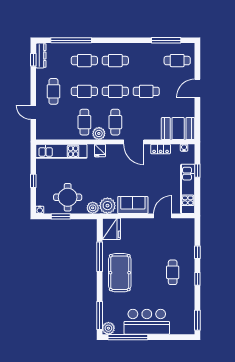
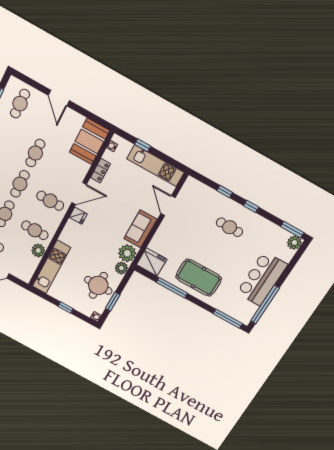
plant: (99, 133) -> (38, 250), moved
fridge: (100, 151) -> (78, 216), moved
plant: (108, 328) -> (294, 243), moved

